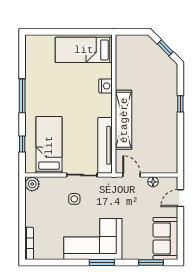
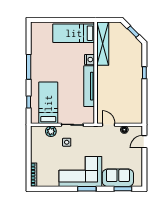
shelving: (124, 120) -> (103, 44), moved
tv unit: (105, 145) -> (89, 86), moved
plant: (32, 184) -> (51, 131), moved
sofa: (165, 239) -> (118, 178), moved, turned 90

